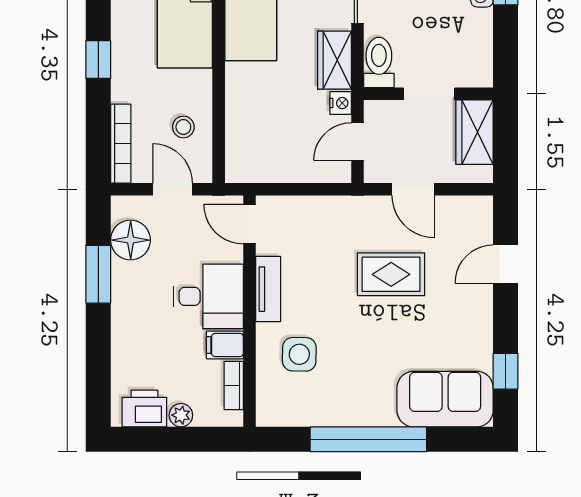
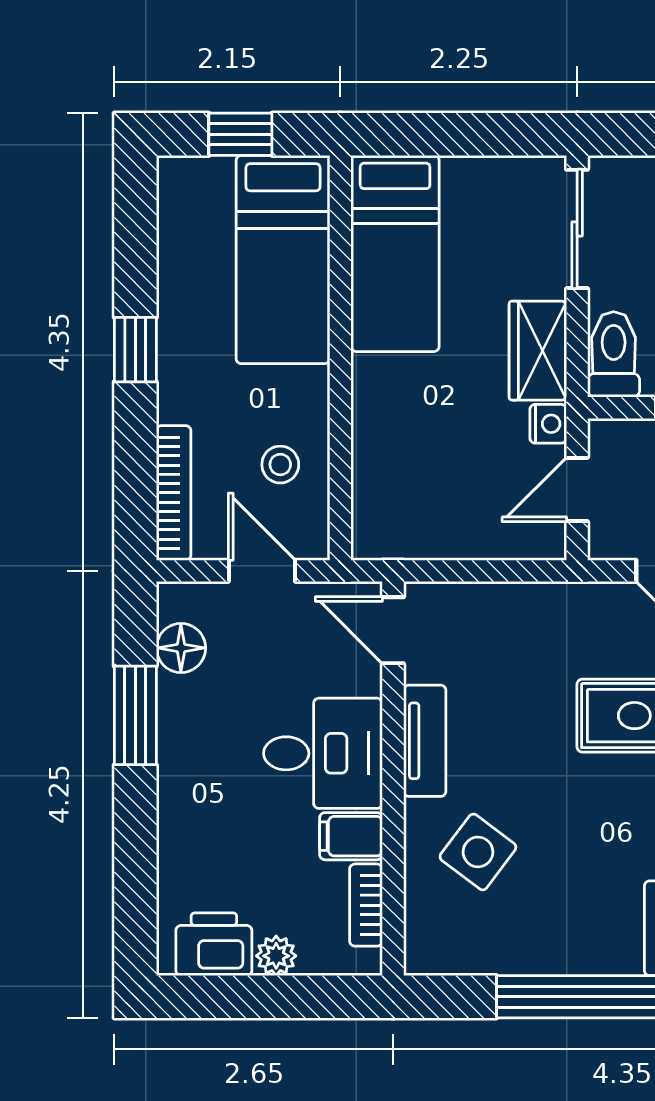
floor lamp: (131, 240) -> (181, 648), width x0.73, depth x0.73
side table: (299, 354) -> (478, 852), turned 36

